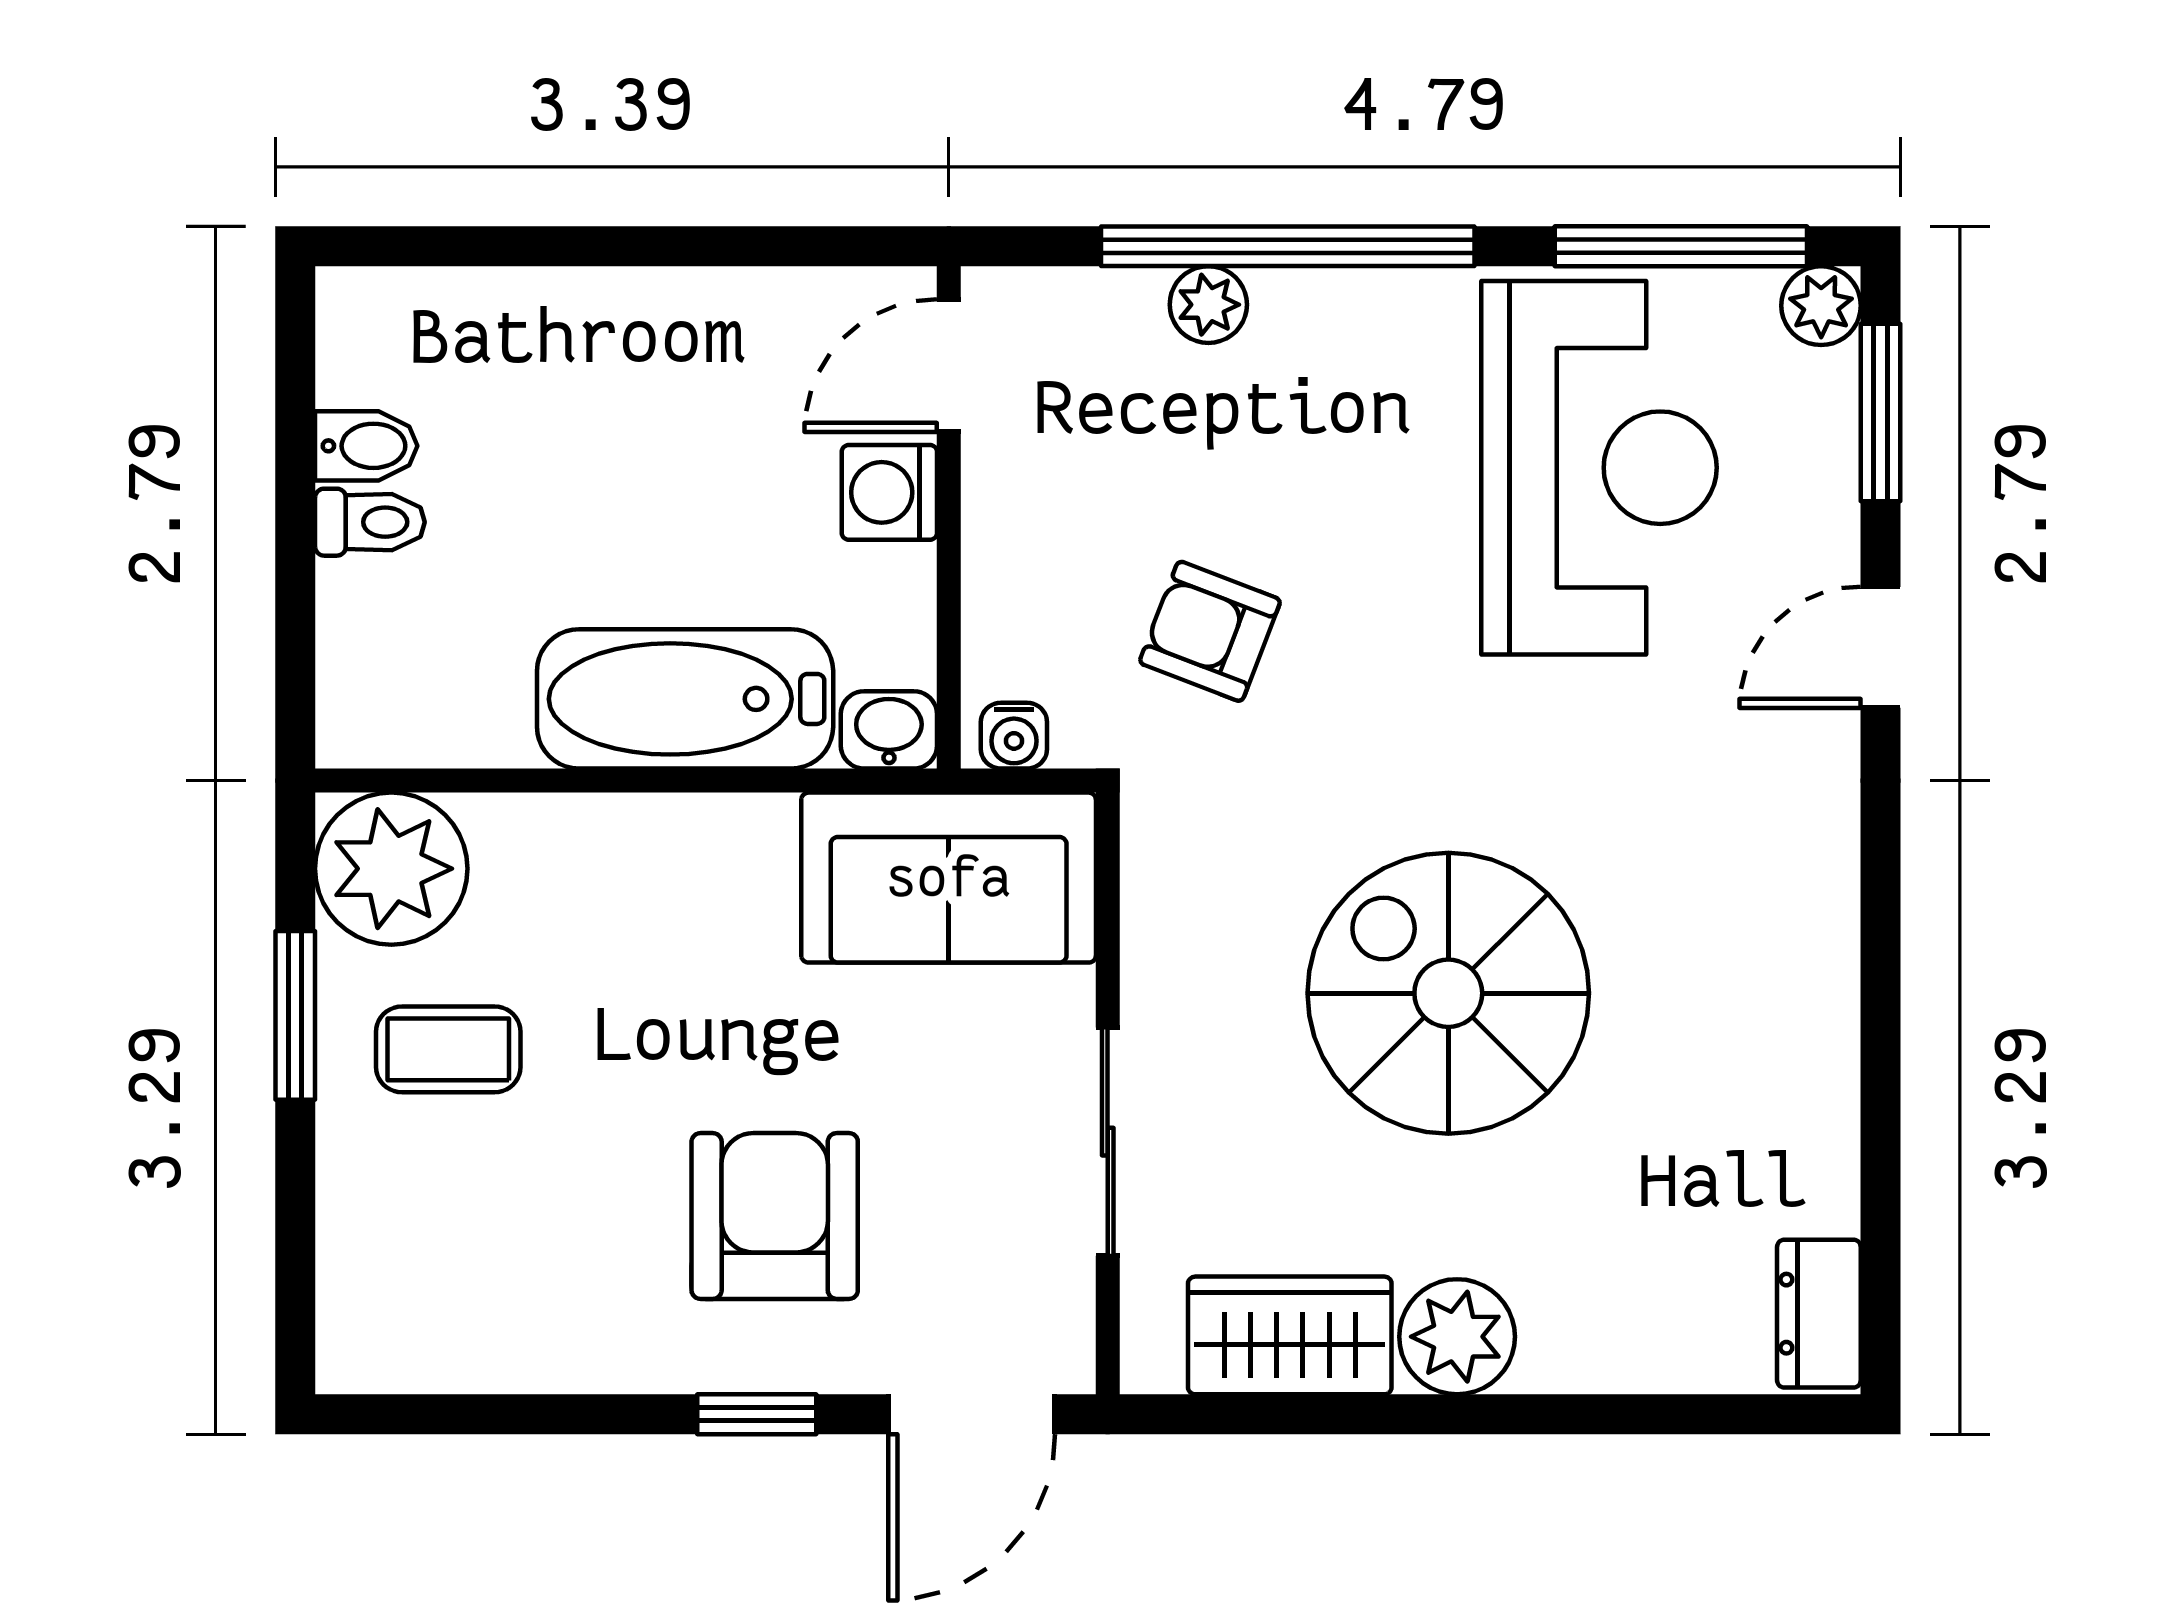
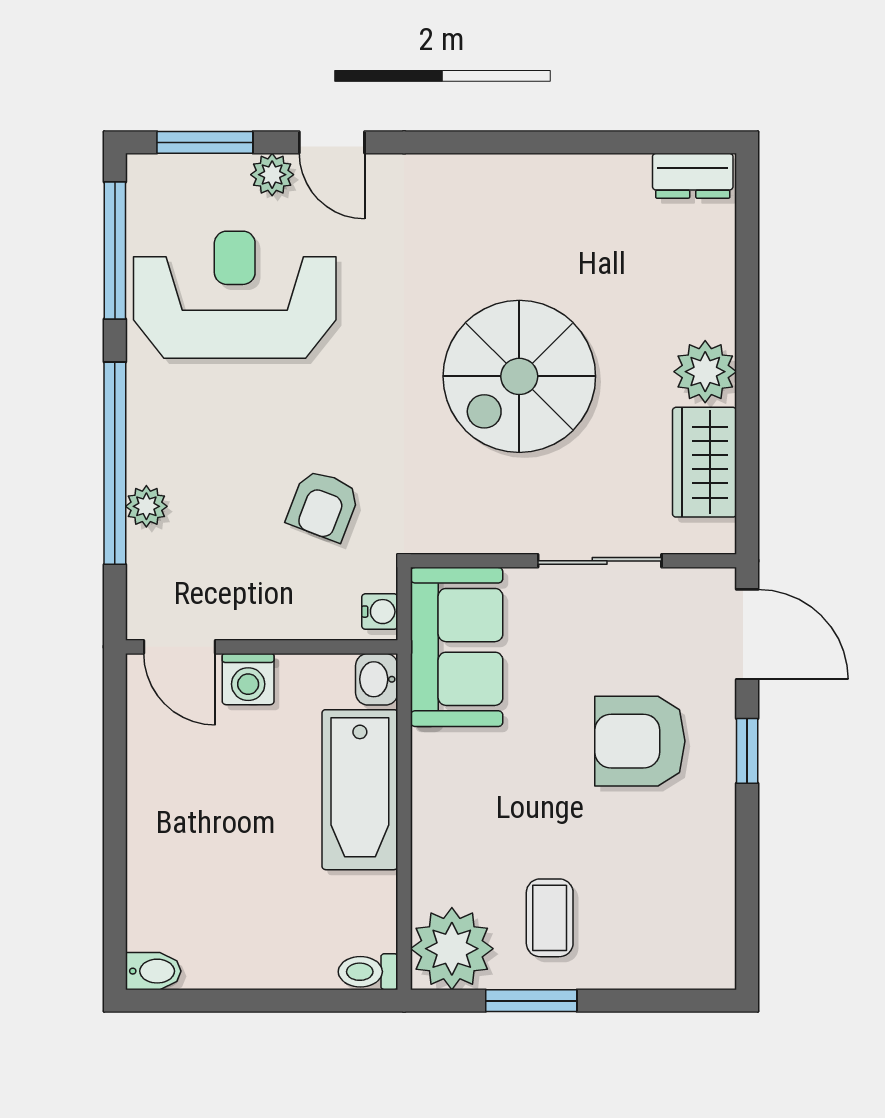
plant: (1821, 306) -> (272, 175), moved
bidet: (366, 446) -> (153, 971), moved, turned 90
toilet: (370, 522) -> (368, 972), moved, turned -90

